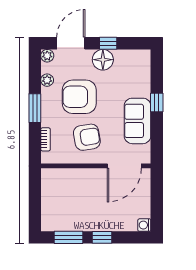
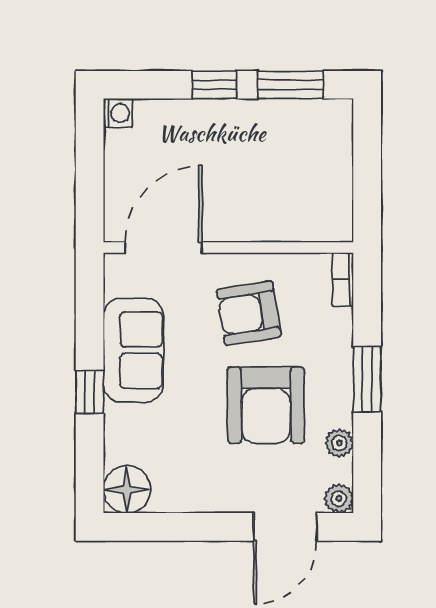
window: (108, 43) -> (200, 527), removed
floor lamp: (103, 60) -> (127, 489), moved
armchair: (79, 97) -> (266, 405), turned 90
bookcase: (45, 139) -> (343, 279), moved

